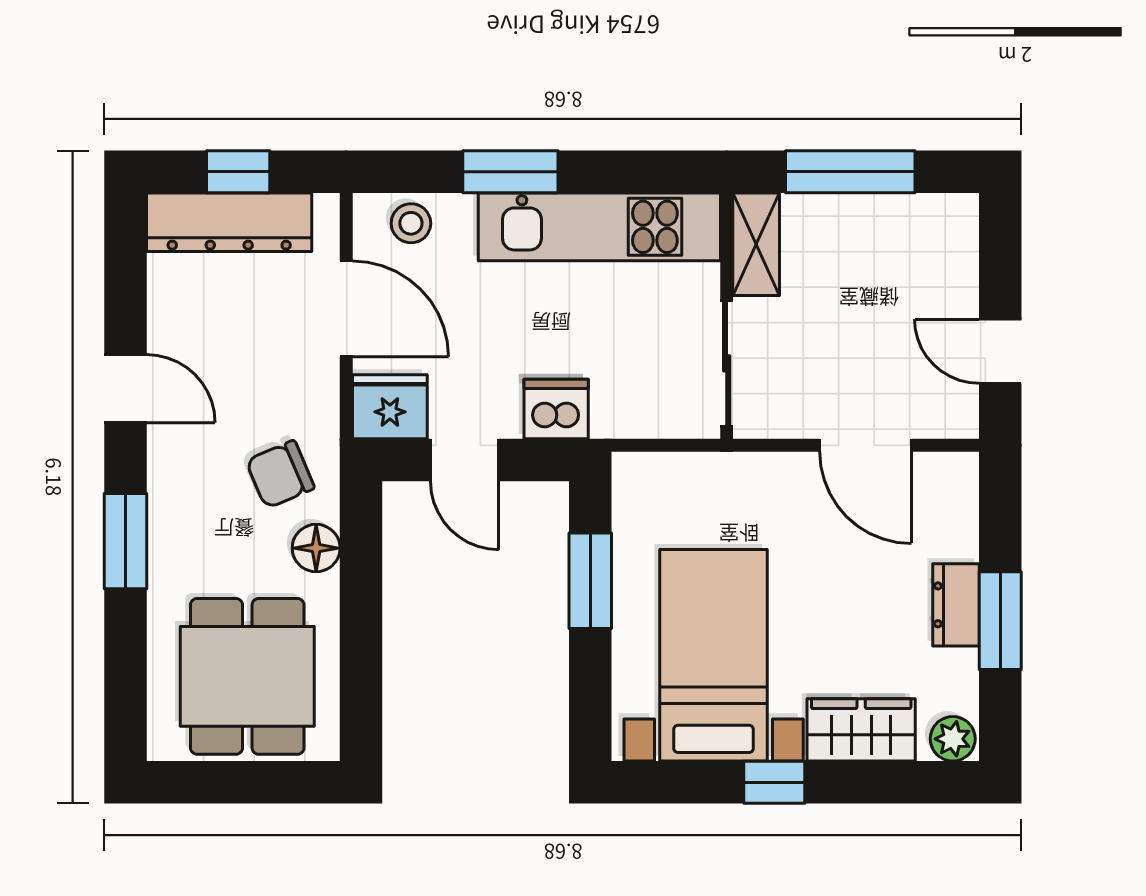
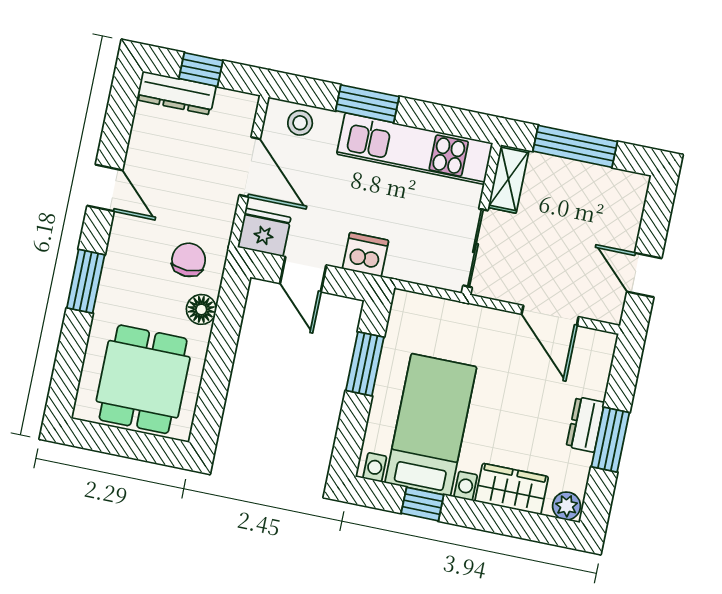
dresser: (229, 222) -> (176, 93), width x0.73, depth x0.80
chair: (280, 474) -> (189, 260), turned 113
window: (774, 782) -> (422, 504), moved

